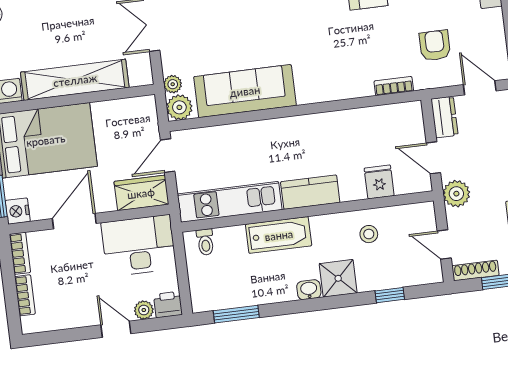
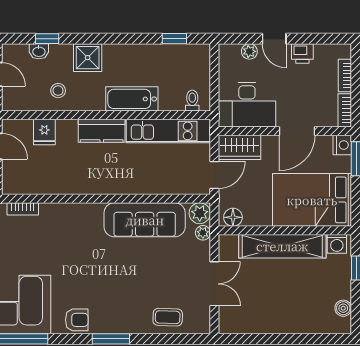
floor lamp: (139, 107) -> (233, 217), added
washbasin: (309, 290) -> (39, 51), moved
printer: (168, 305) -> (302, 53), moved
window: (236, 314) -> (174, 39), width x0.67

